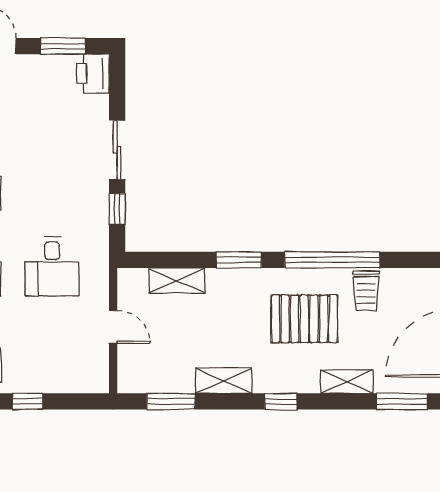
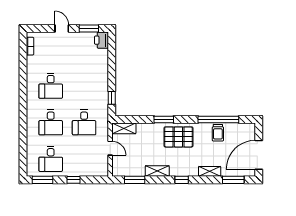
sliding door: (117, 150) -> (112, 73), removed
window: (332, 260) -> (218, 120), moved
shelving: (177, 281) -> (124, 128), moved
pallet: (304, 319) -> (178, 137), moved

